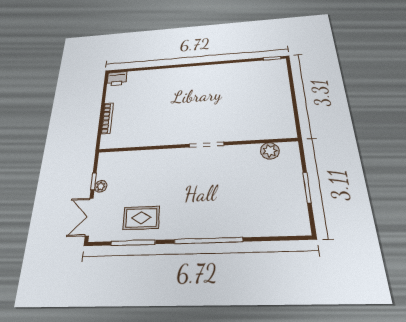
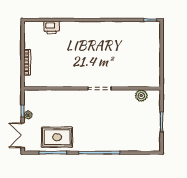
printer: (117, 79) -> (52, 27), moved
rug: (141, 218) -> (57, 137), width x1.36, depth x1.43

